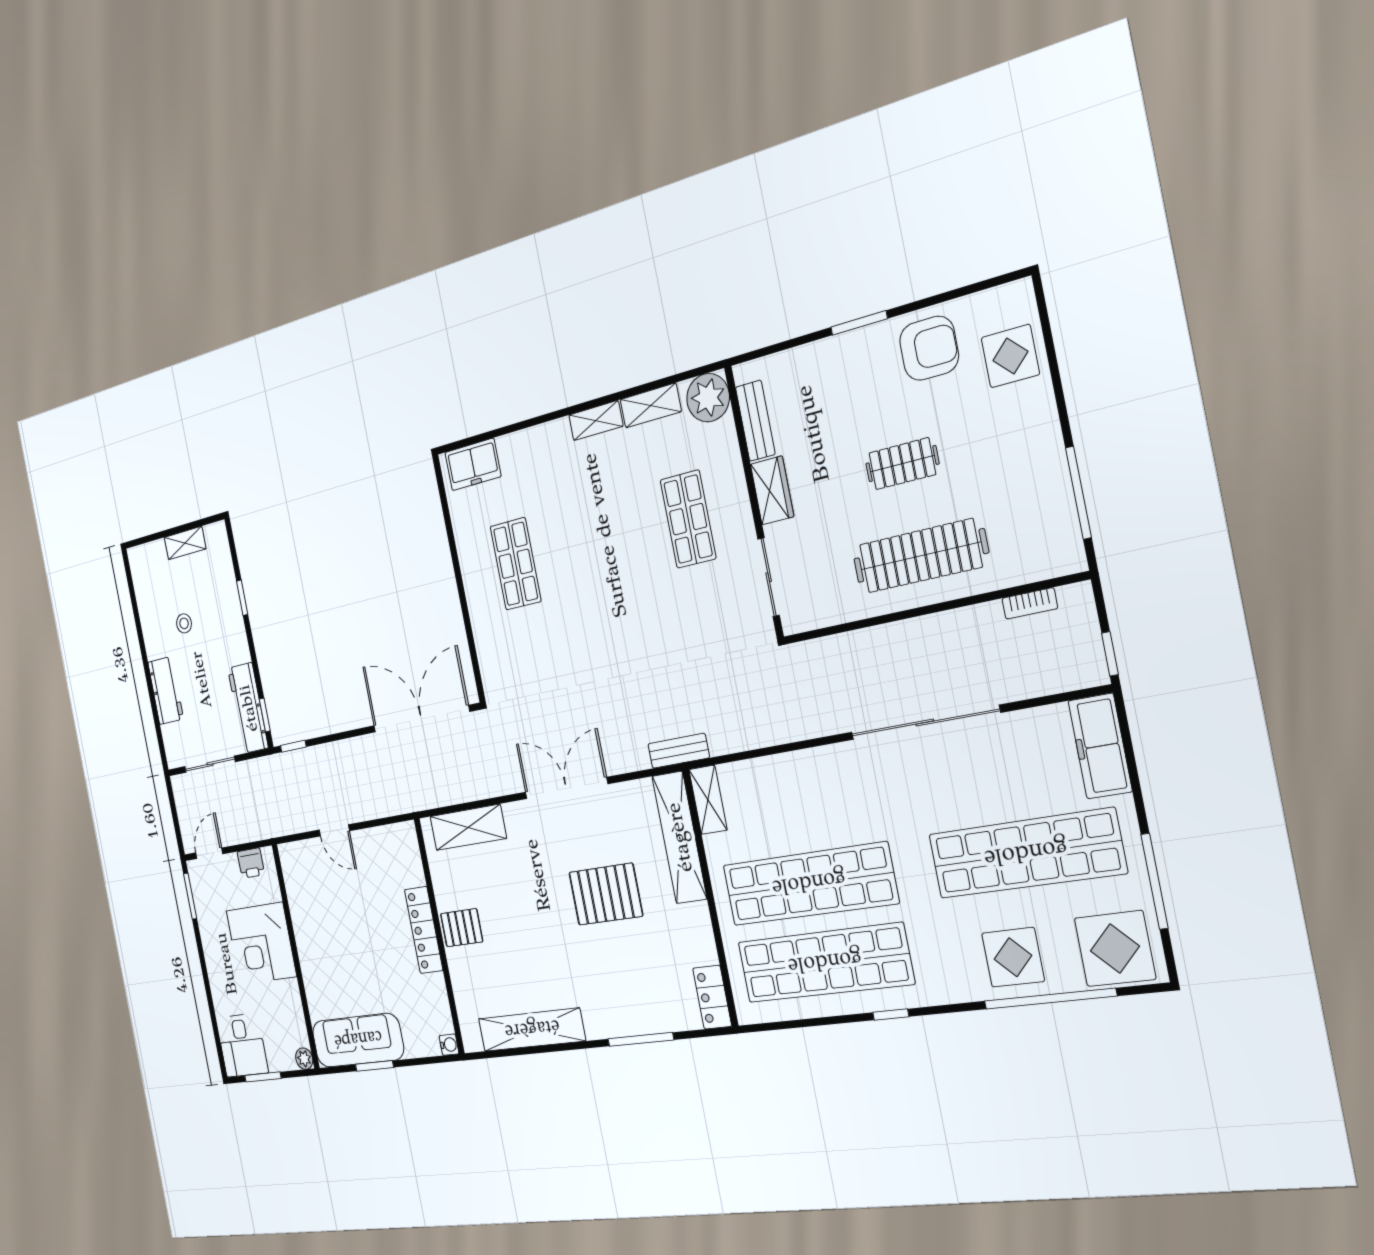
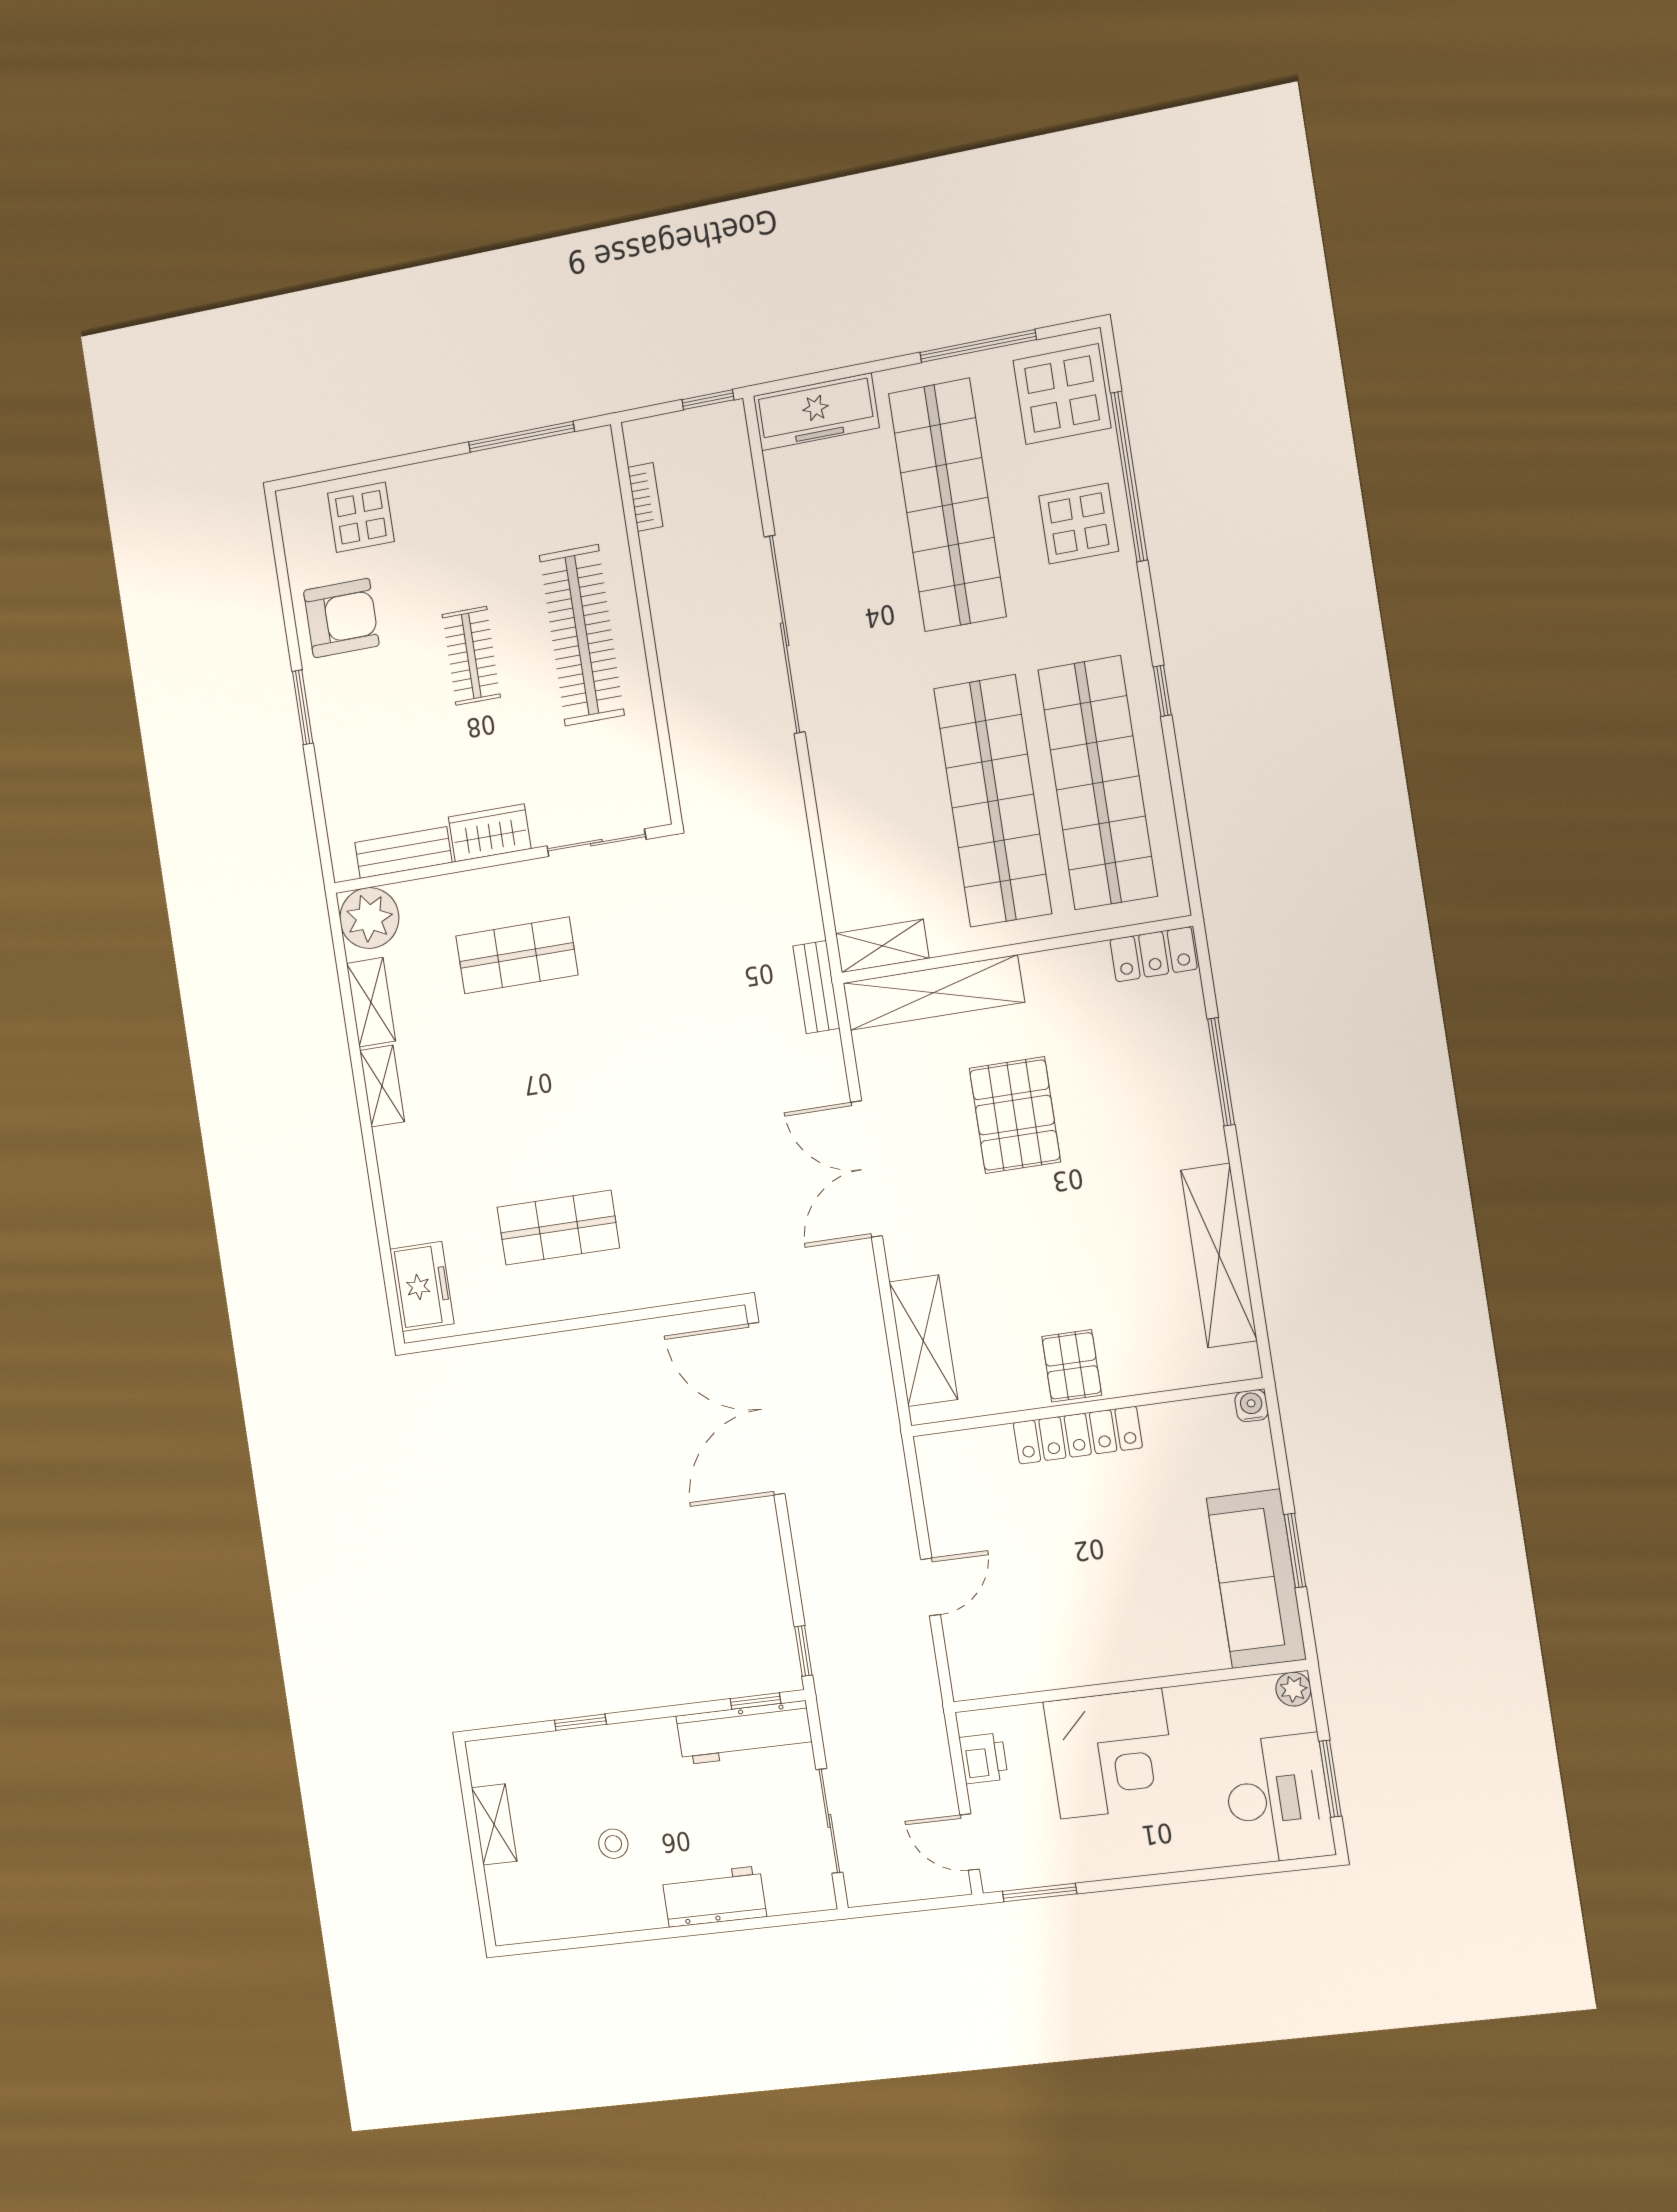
armchair: (929, 348) -> (341, 618), turned 90
desk: (242, 1045) -> (1278, 1799), width x1.37

